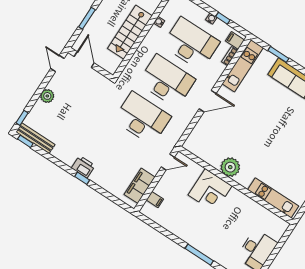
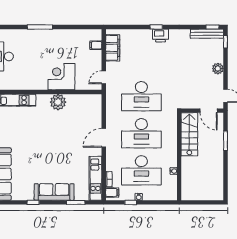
stairs: (130, 32) -> (189, 134), moved

